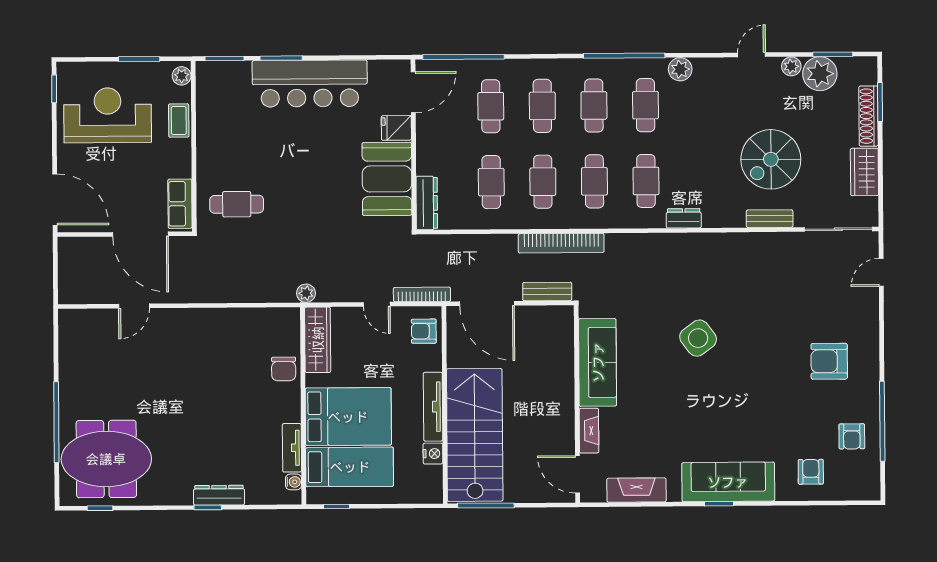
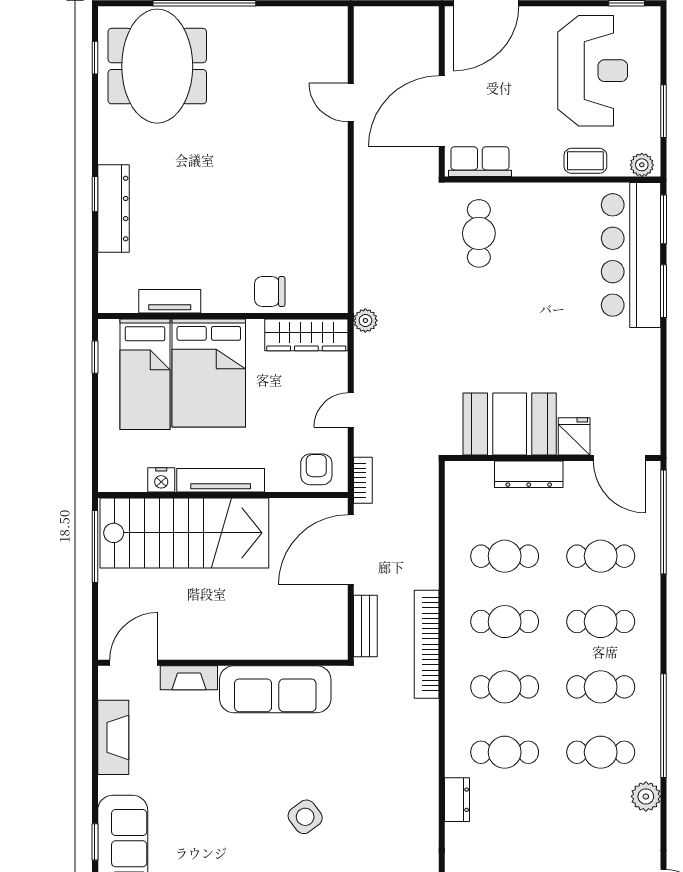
bar counter: (310, 84) -> (631, 255), moved
dresser: (427, 203) -> (529, 474), moved
bookcase: (422, 294) -> (363, 480), width x0.64
side table: (698, 338) -> (305, 817), width x0.73, depth x0.73
water cooler: (294, 482) -> (127, 303), removed
dresser: (219, 495) -> (113, 209), width x1.37, depth x1.24

